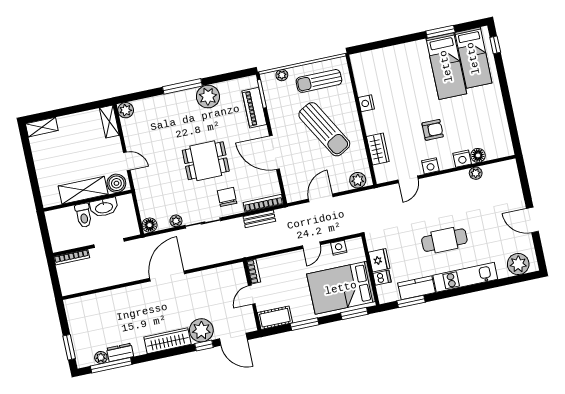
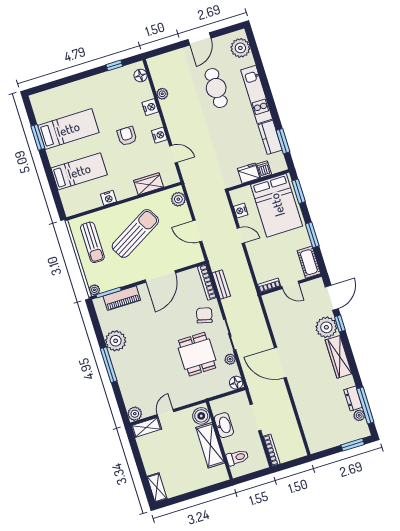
window: (495, 45) -> (114, 65), moved
bed: (473, 58) -> (79, 171), moved
plant: (282, 75) -> (94, 290), moved
floor lamp: (478, 155) -> (141, 75), moved
door: (127, 161) -> (165, 413), moved
dining table: (206, 161) -> (197, 354), moved
chair: (227, 197) -> (204, 315), turned 104
toilet: (84, 215) -> (237, 457), moved
cafe table: (444, 240) -> (216, 88), moved

